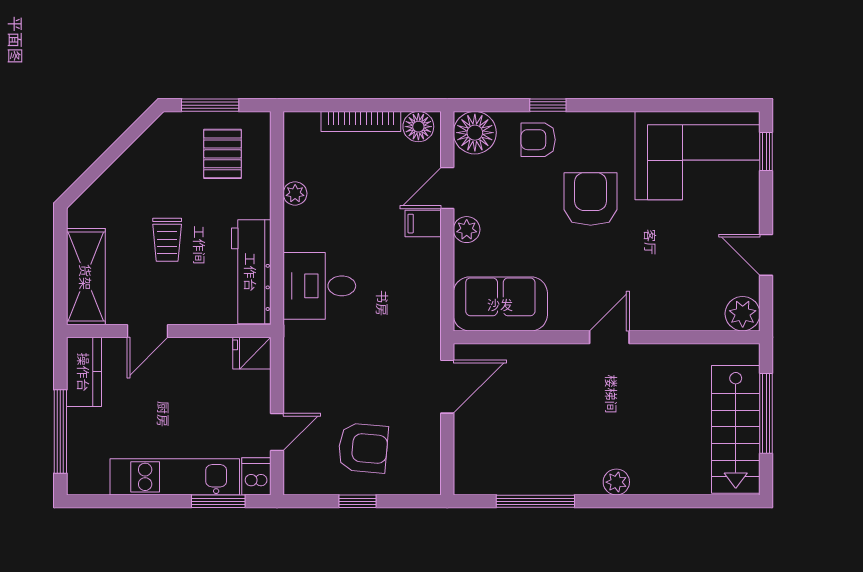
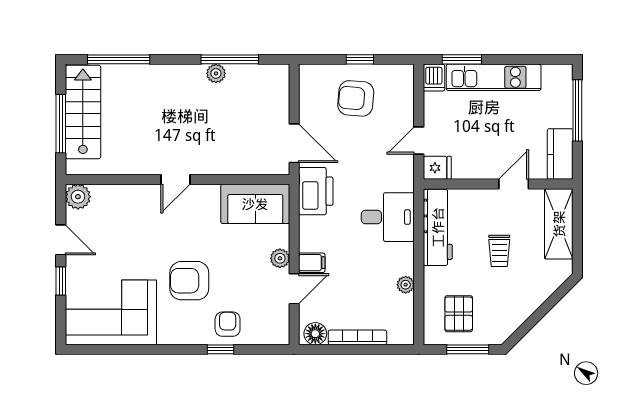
floor lamp: (475, 133) -> (274, 329), removed
armchair: (538, 140) -> (228, 324), turned -90
window: (766, 151) -> (61, 281), moved
armchair: (591, 199) -> (189, 281), turned 90
trolley: (167, 240) -> (499, 251), turned 180
printer: (418, 321) -> (316, 191), added
door: (447, 387) -> (294, 143), swing flipped
door: (277, 432) -> (419, 141), moved
plant: (616, 482) -> (216, 73), moved
window: (687, 501) -> (119, 59), added

